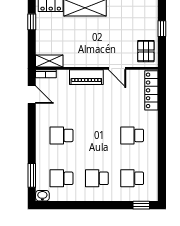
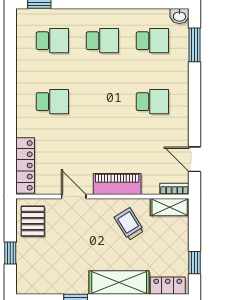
trolley: (78, 49) -> (129, 224), added

